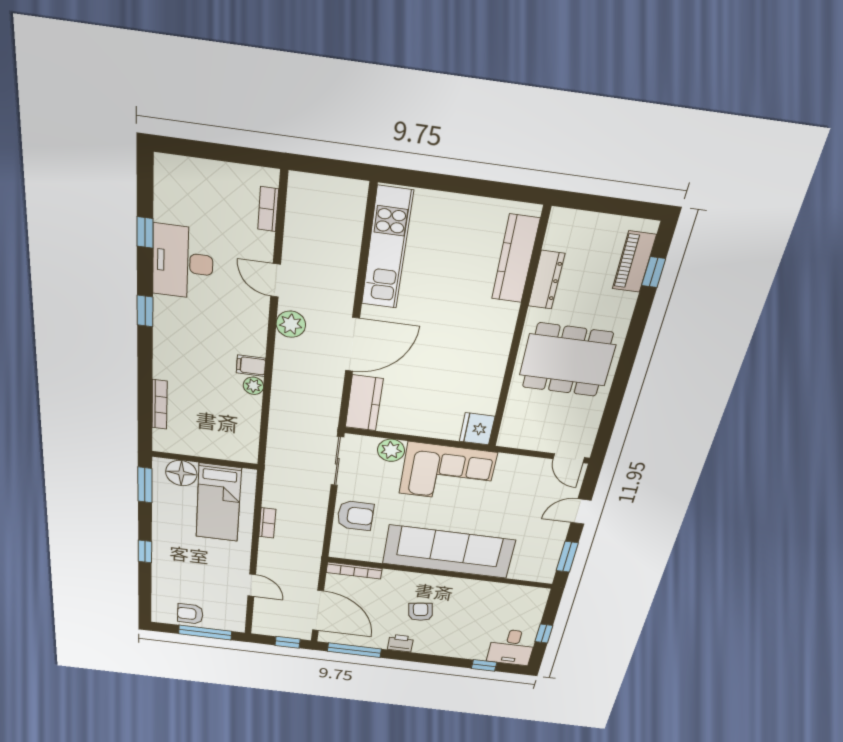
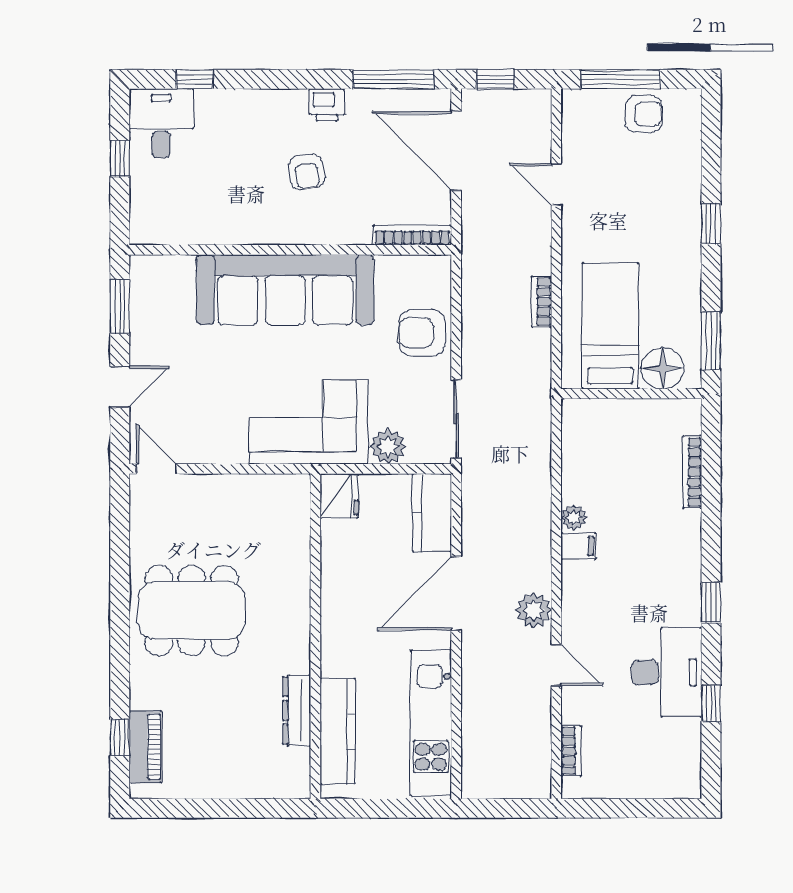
kitchen counter: (516, 259) -> (338, 731), moved
dresser: (546, 280) -> (297, 710), moved
wall: (518, 334) -> (315, 636), moved
fridge: (477, 429) -> (339, 496), moved

